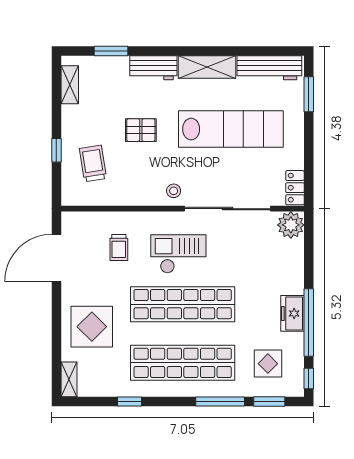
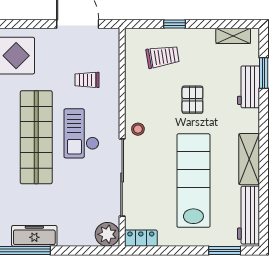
workbench: (153, 68) -> (249, 87), moved
lab bench: (231, 129) -> (193, 181), turned 180
checkout: (178, 254) -> (81, 133), turned 180
freezer: (292, 313) -> (34, 236), width x1.40

